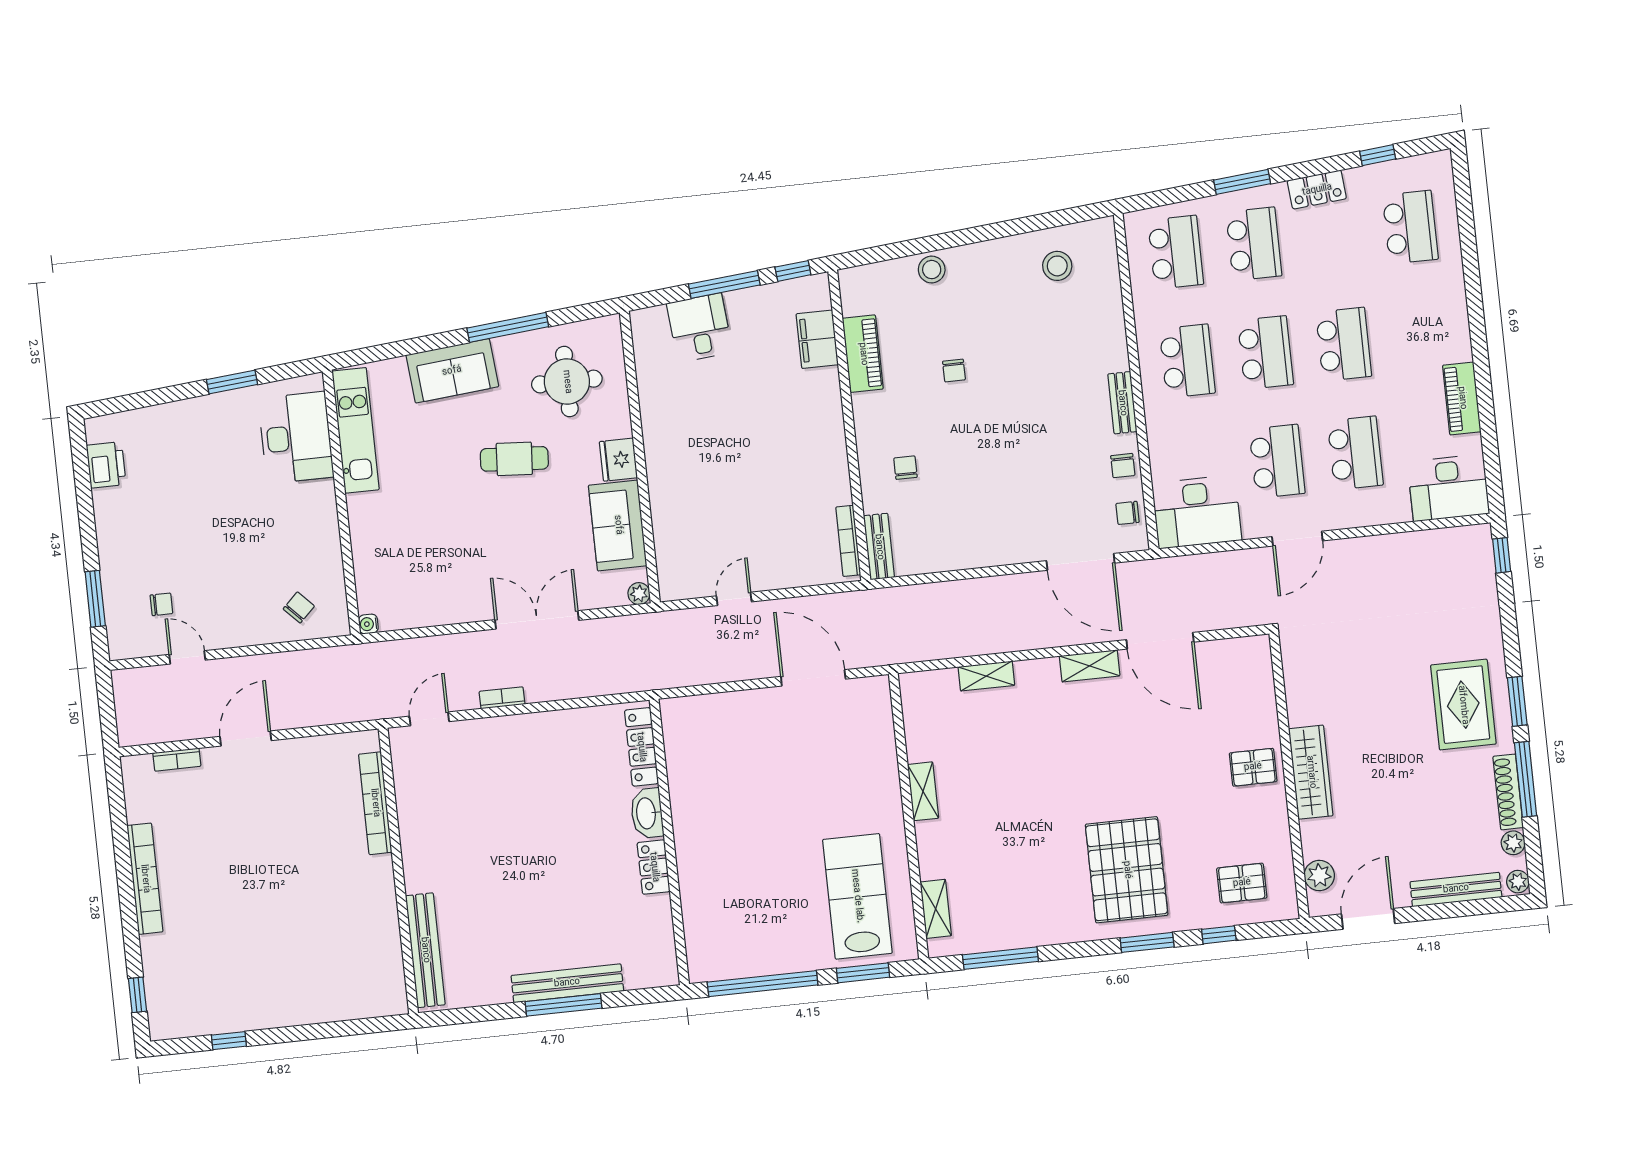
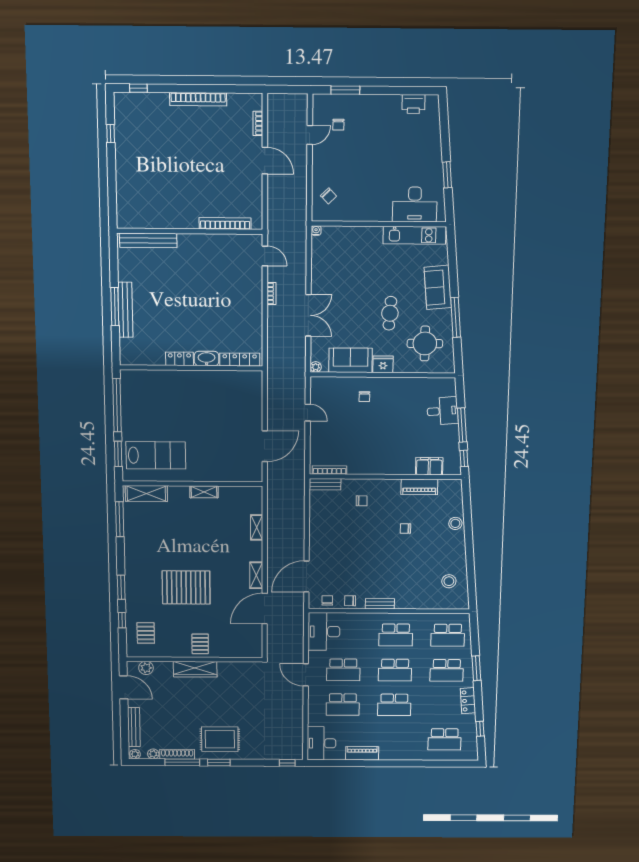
chair: (688, 489) -> (364, 397), added
pallet: (1127, 870) -> (186, 587), moved
shelving: (936, 909) -> (146, 494), width x1.50, depth x1.33

